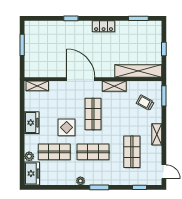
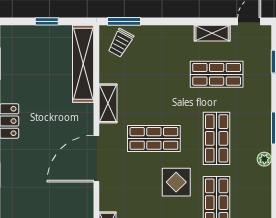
trolley: (145, 103) -> (121, 43), moved
shelving: (157, 134) -> (212, 33), moved

